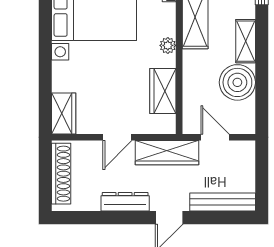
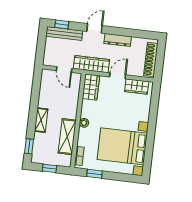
boiler: (237, 82) -> (48, 98), removed
wardrobe: (163, 91) -> (91, 87), moved
wardrobe: (64, 113) -> (137, 87), moved, turned -90
window: (229, 218) -> (62, 24), added

